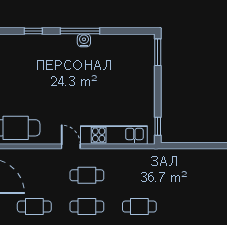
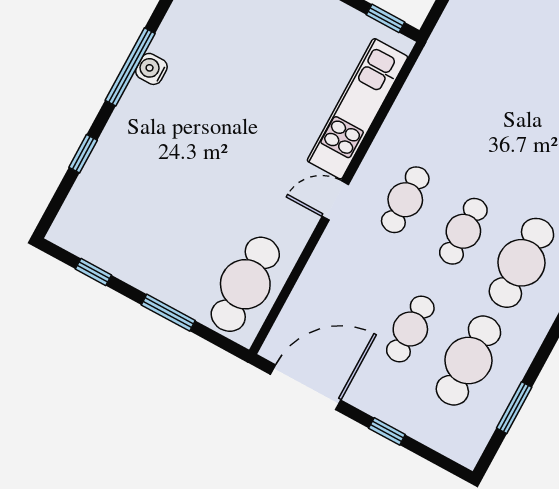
cafe table: (139, 207) -> (516, 134), removed

